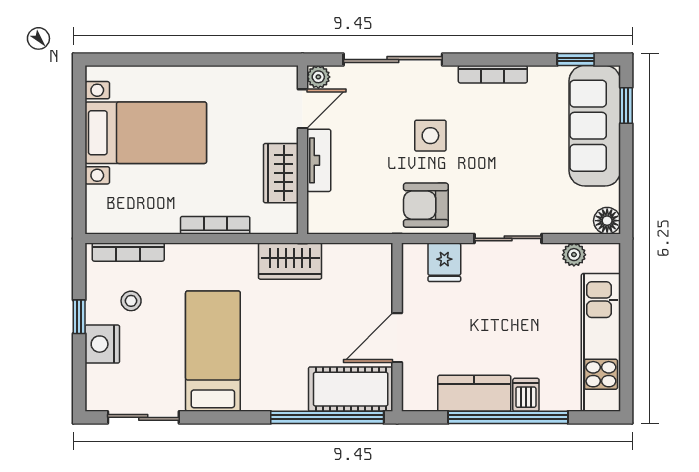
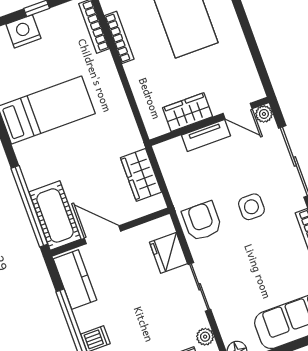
bookcase: (215, 225) -> (119, 37), moved
wardrobe: (290, 261) -> (141, 175), moved
fridge: (444, 262) -> (168, 253), width x1.38
stool: (131, 301) -> (61, 40), removed
kitchen counter: (474, 393) -> (75, 279), moved

